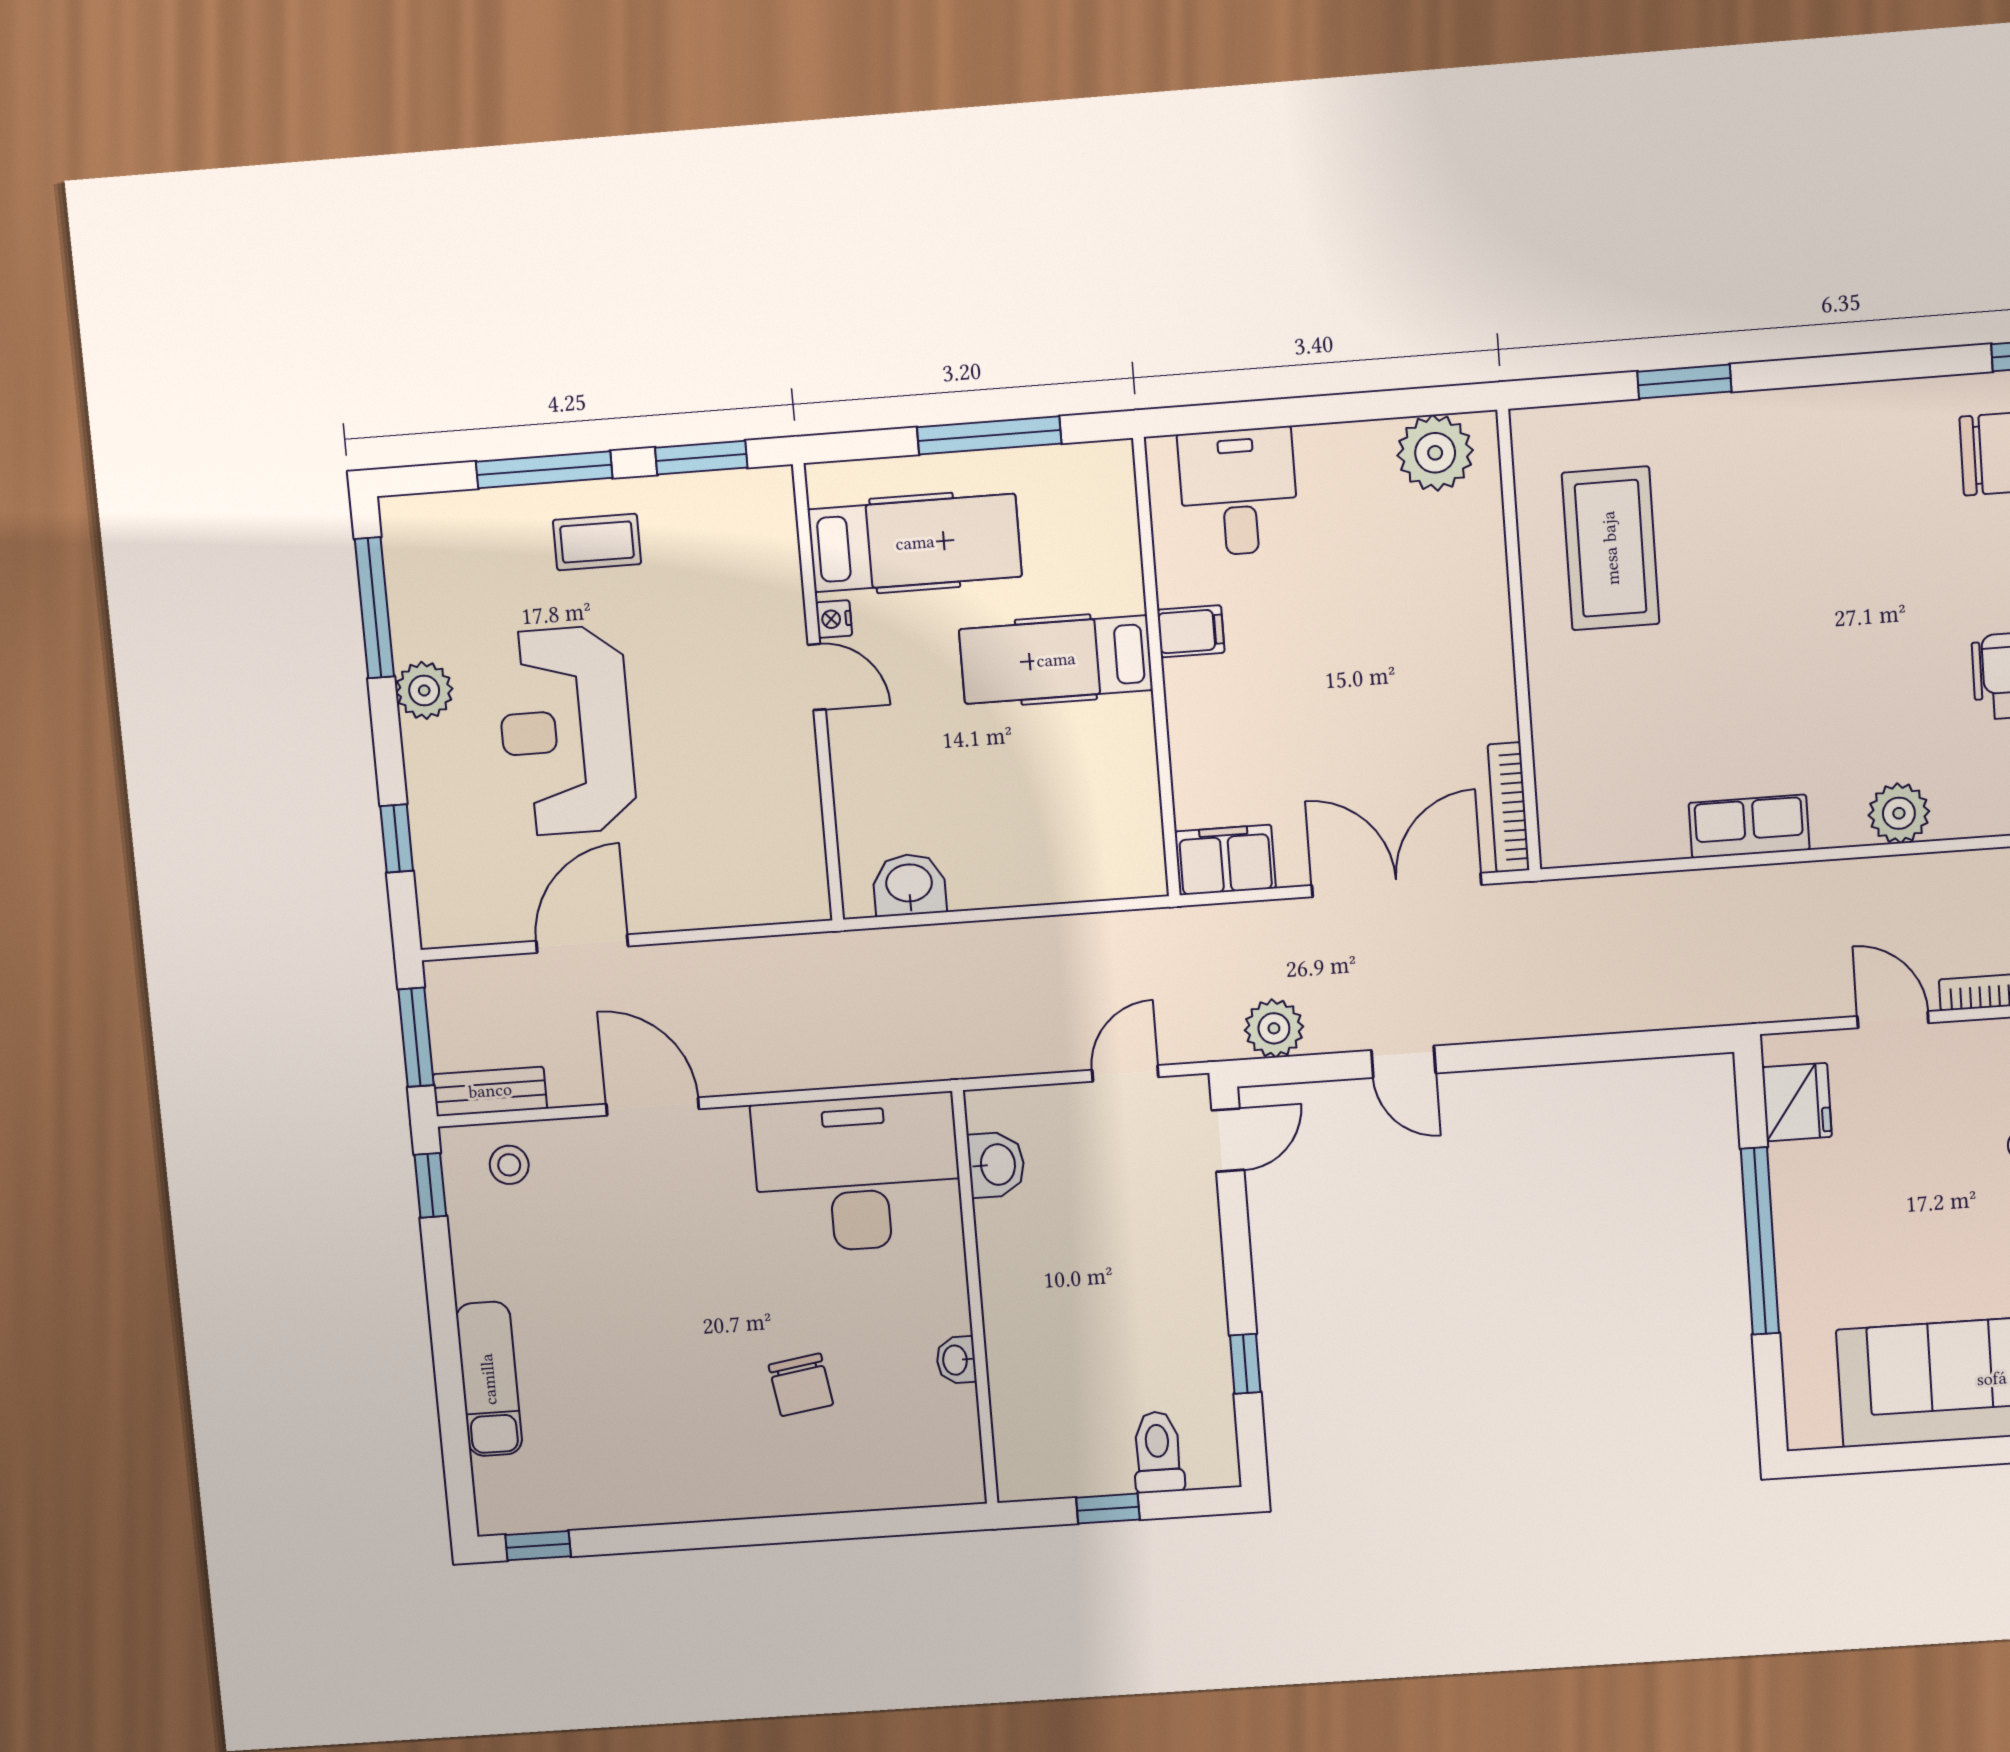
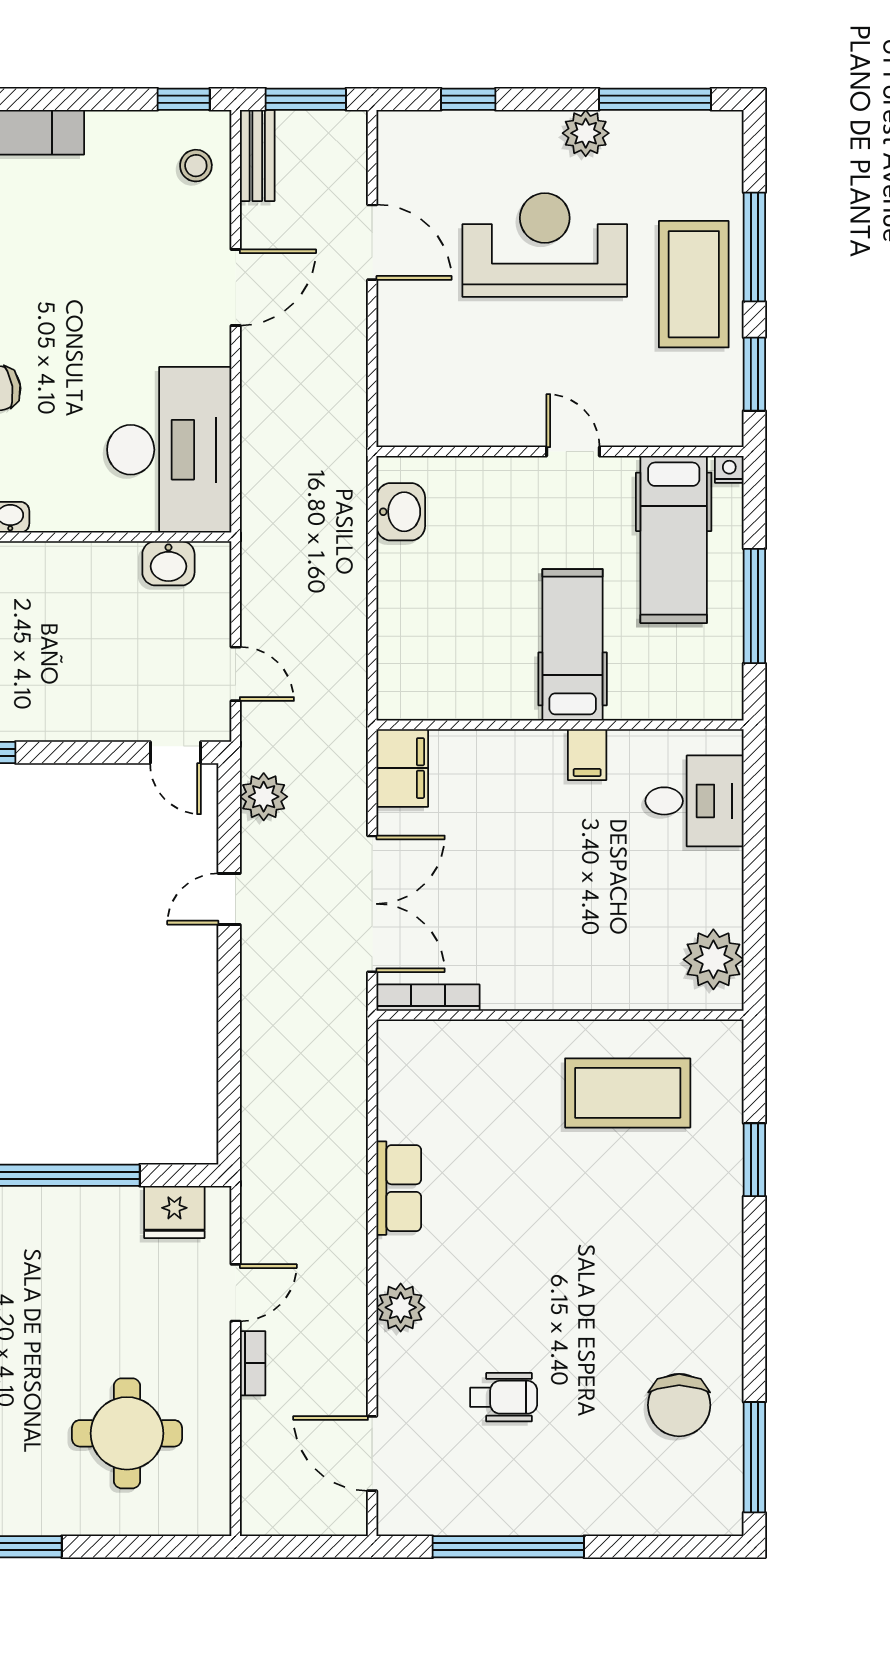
coffee table: (597, 542) -> (694, 284), width x1.86, depth x1.72
nightstand: (834, 619) -> (729, 469), moved
door: (817, 677) -> (573, 452), swing flipped

